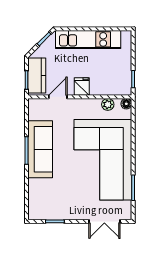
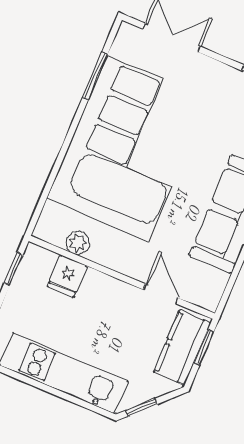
fridge: (82, 87) -> (67, 276), moved
door: (58, 97) -> (161, 294), swing flipped
floor lamp: (126, 104) -> (44, 230), removed

